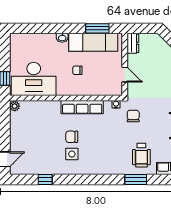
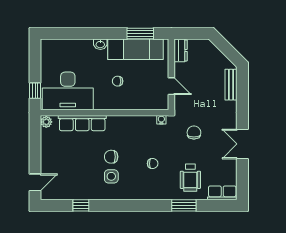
row of seats: (82, 107) -> (82, 123), moved
chair: (133, 116) -> (194, 133), moved
chair: (108, 143) -> (153, 164), added

